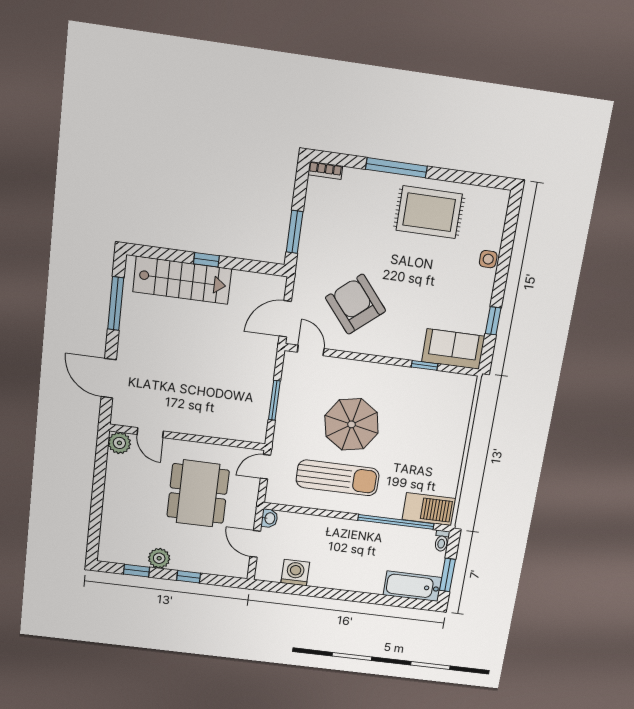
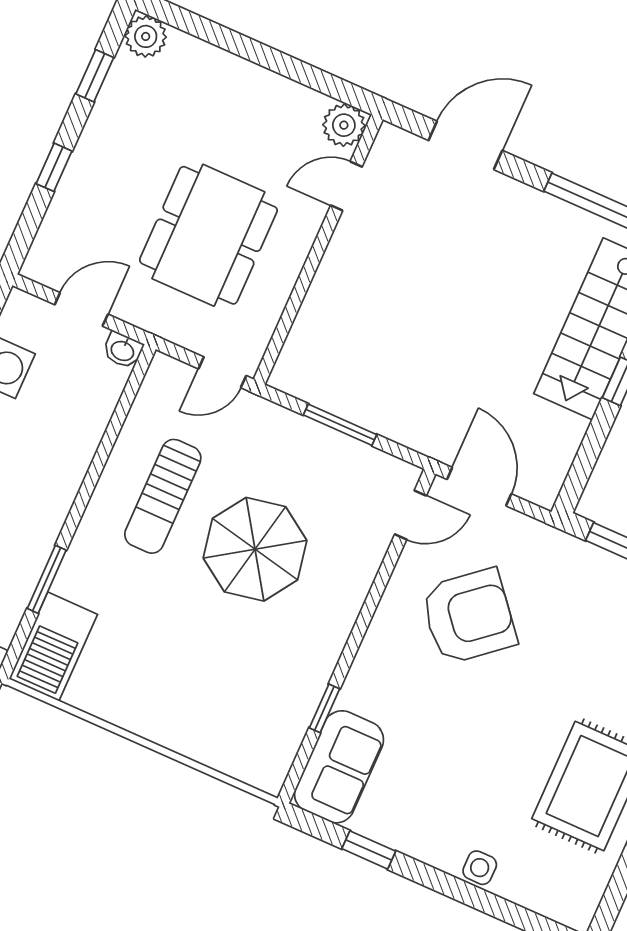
door: (266, 467) -> (222, 372), swing flipped
sun lounger: (338, 478) -> (163, 496), width x0.73, depth x0.75
dining table: (198, 494) -> (208, 235), turned 90
window: (396, 522) -> (47, 579), width x0.47
plant: (159, 558) -> (146, 36), moved

